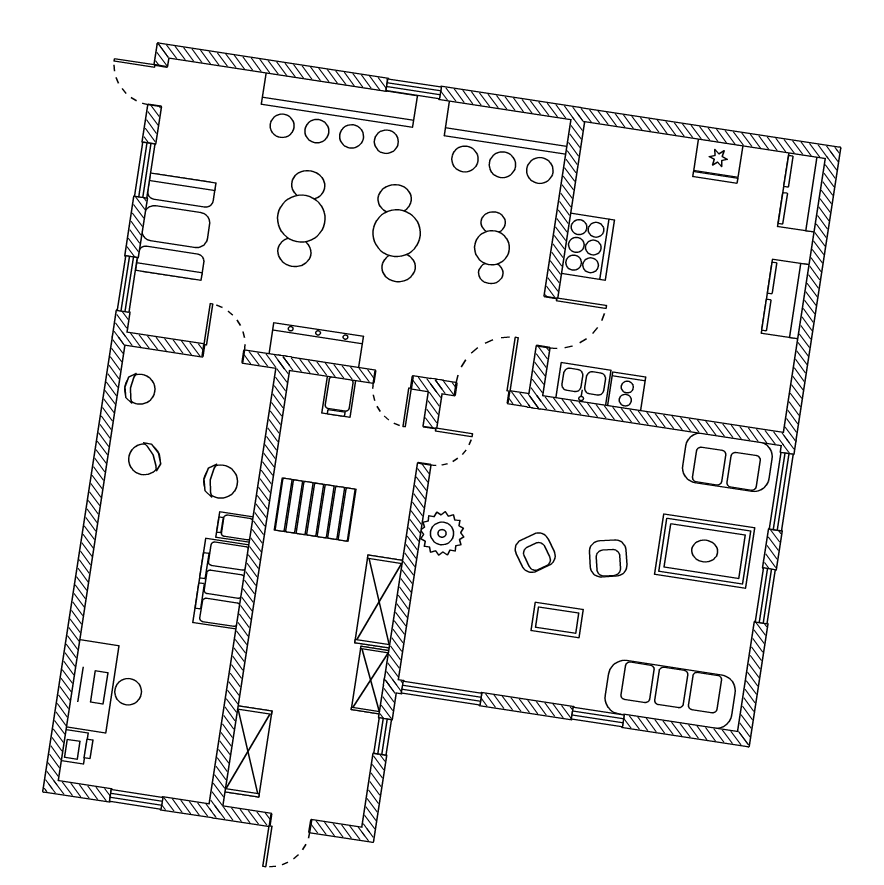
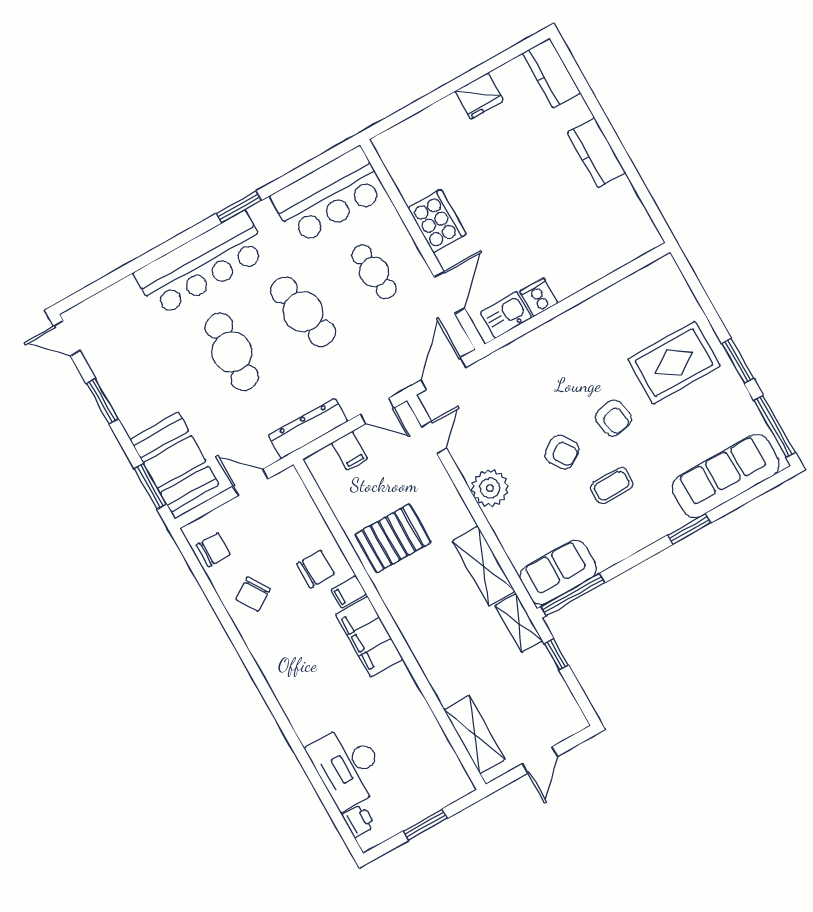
booth: (176, 227) -> (174, 462), moved
sofa: (727, 462) -> (558, 572), moved, turned 180
window: (781, 492) -> (775, 427), moved

